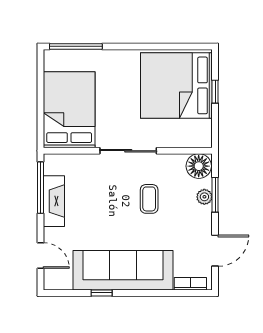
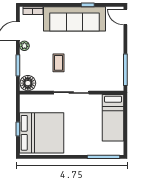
bed: (69, 110) -> (113, 118), width x0.67
plant: (204, 197) -> (24, 46), moved
fireplace: (54, 201) -> (117, 62), removed
door: (41, 255) -> (125, 17), moved

